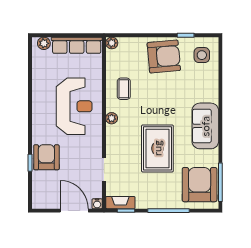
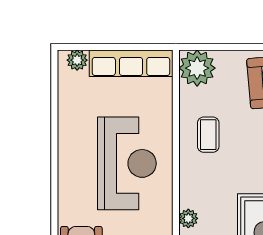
plant: (112, 43) -> (197, 68), width x1.87, depth x1.87
plant: (112, 118) -> (188, 218), moved

